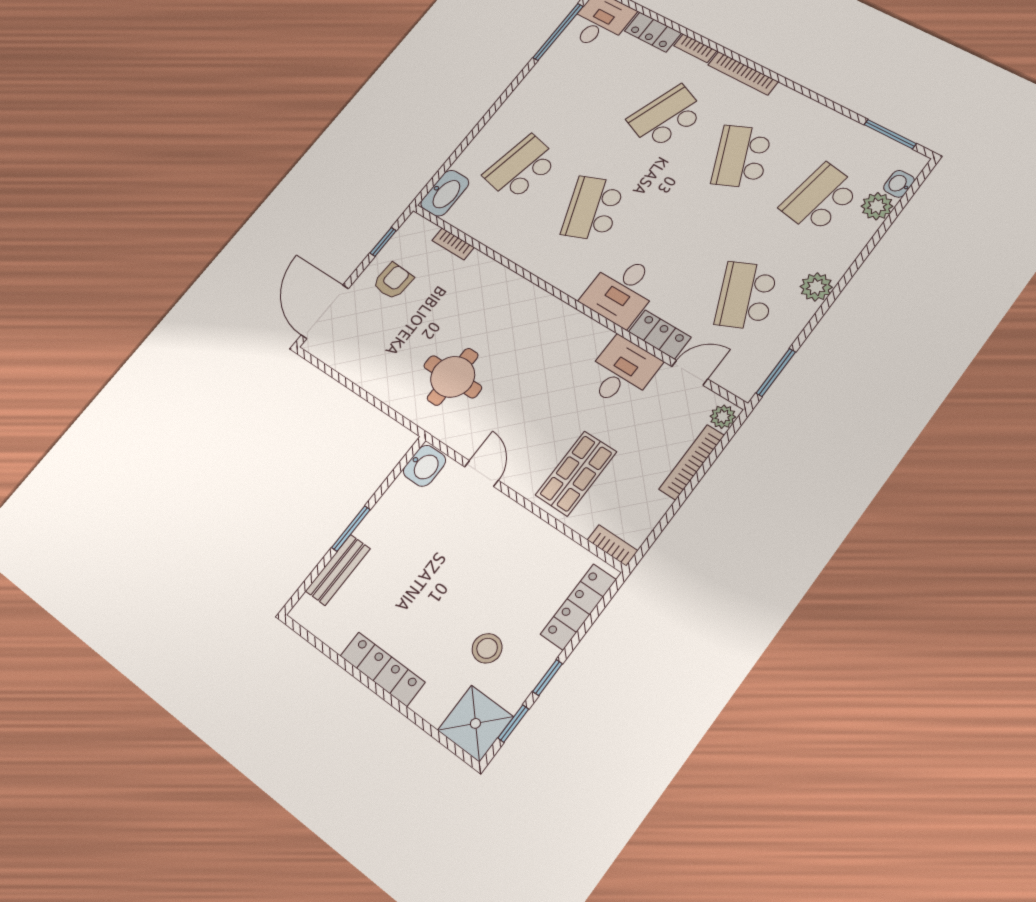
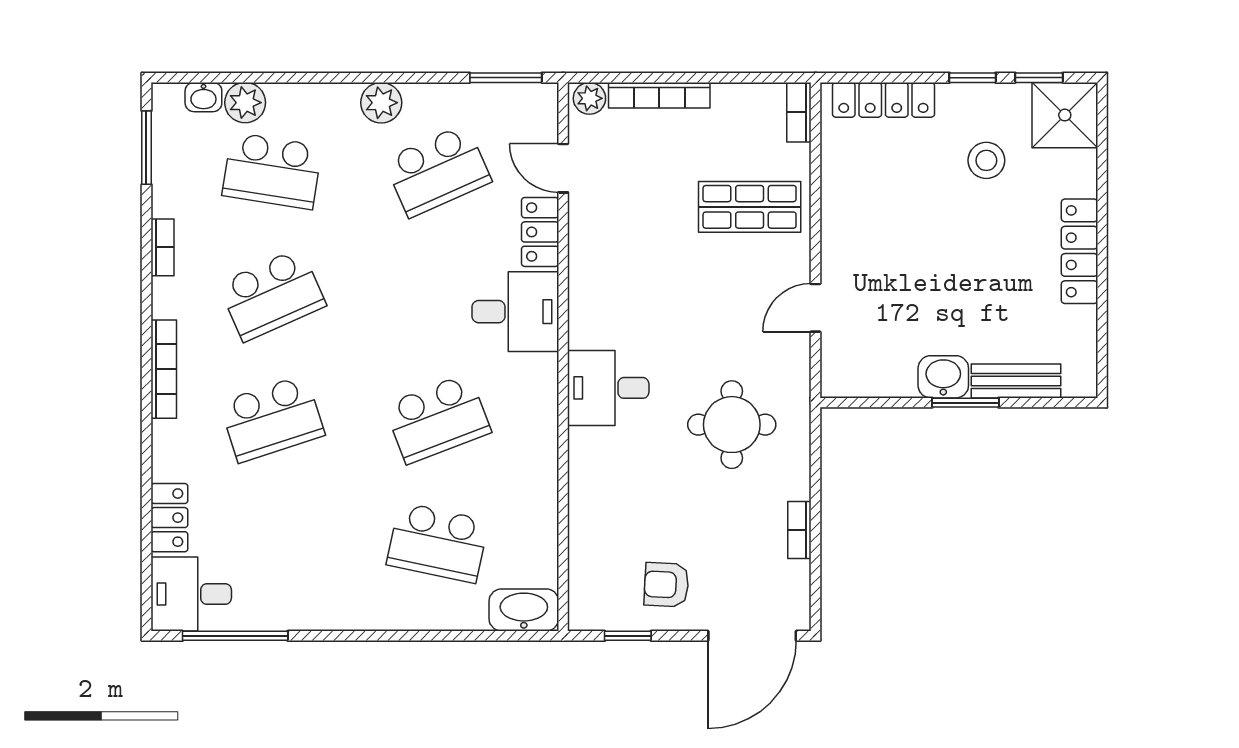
bookcase: (695, 48) -> (162, 247), moved
school desk: (666, 117) -> (272, 419), turned -39
bookcase: (453, 244) -> (799, 530), moved, turned 180
desk: (622, 372) -> (608, 388), moved
washbasin: (424, 466) -> (943, 377), moved

